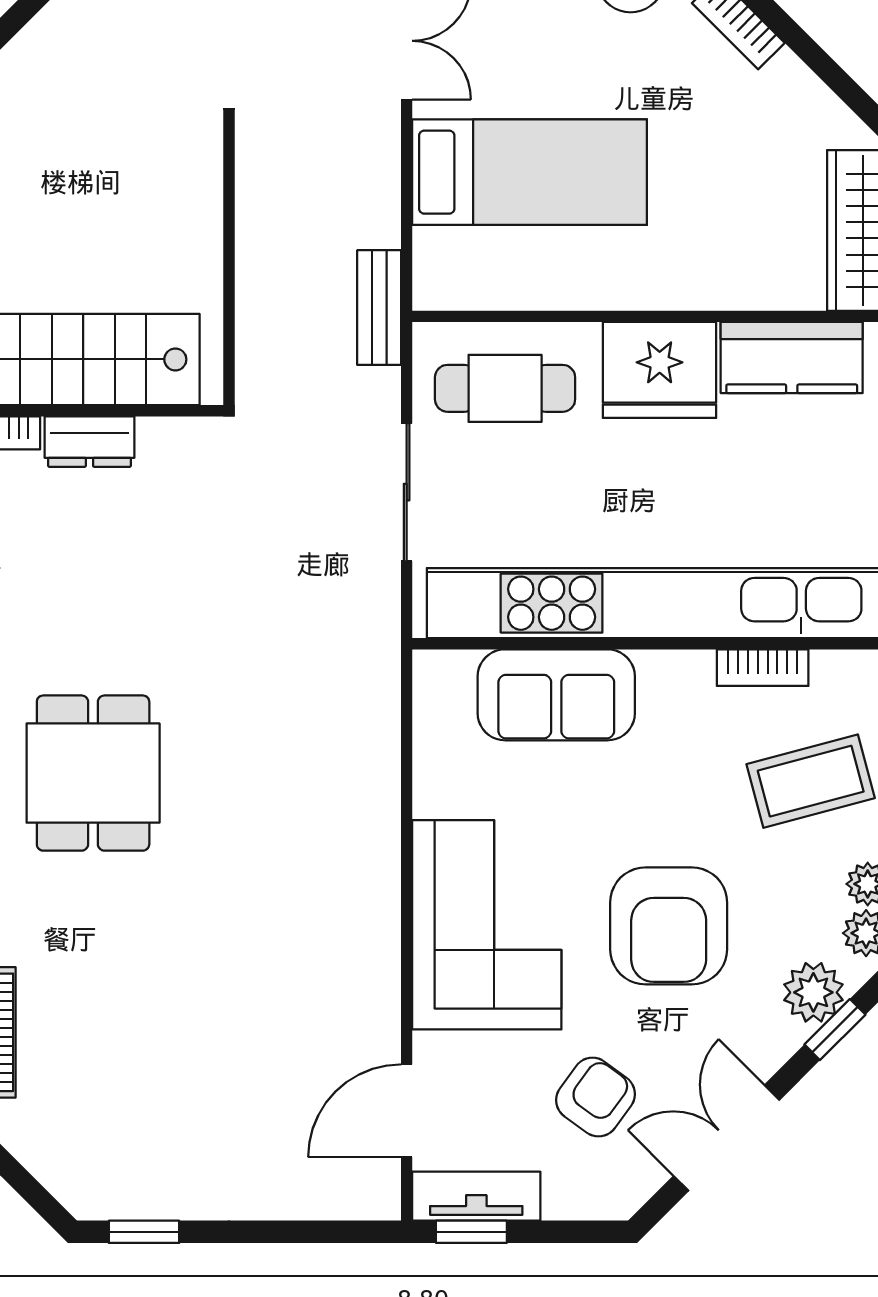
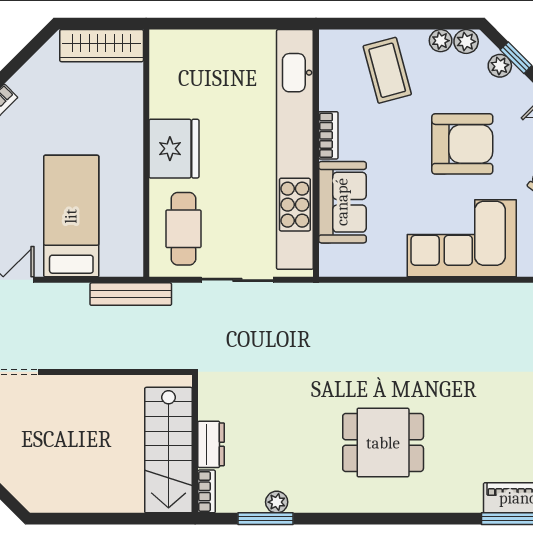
bench: (379, 308) -> (131, 294), width x1.36
kitchen counter: (792, 357) -> (167, 80), removed
bookcase: (763, 668) -> (328, 135), moved
plant: (813, 992) -> (500, 66), width x0.73, depth x0.73

